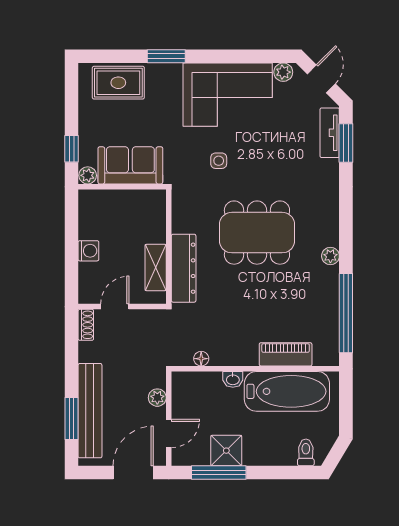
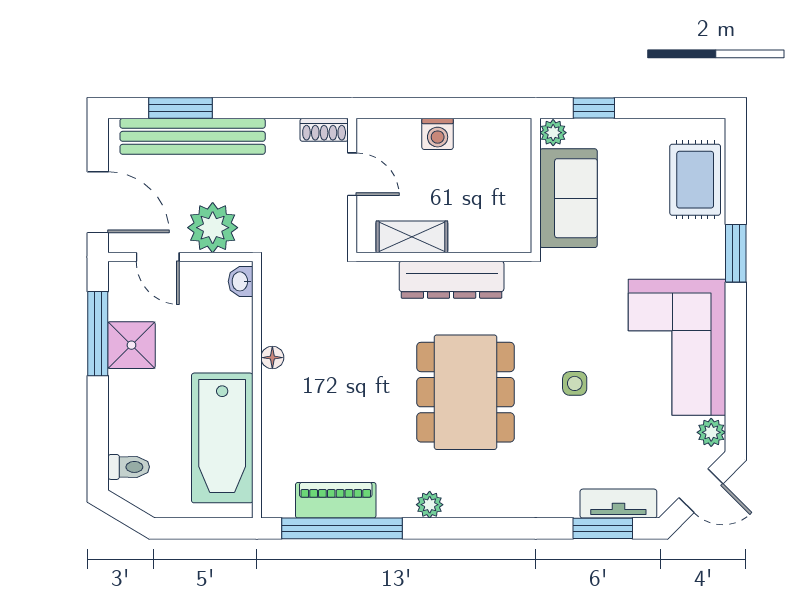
side table: (219, 161) -> (575, 383), moved
dresser: (184, 268) -> (452, 280), moved
piano: (286, 354) -> (336, 500), moved, turned -90
floor lamp: (201, 359) -> (272, 358), moved
washbasin: (233, 379) -> (241, 281), moved
plant: (157, 398) -> (213, 228), width x1.88, depth x1.88

